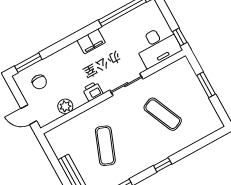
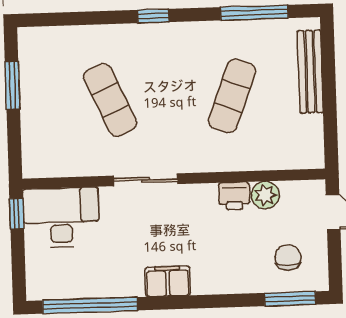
window: (206, 85) -> (12, 85), moved
printer: (93, 91) -> (234, 196), moved

